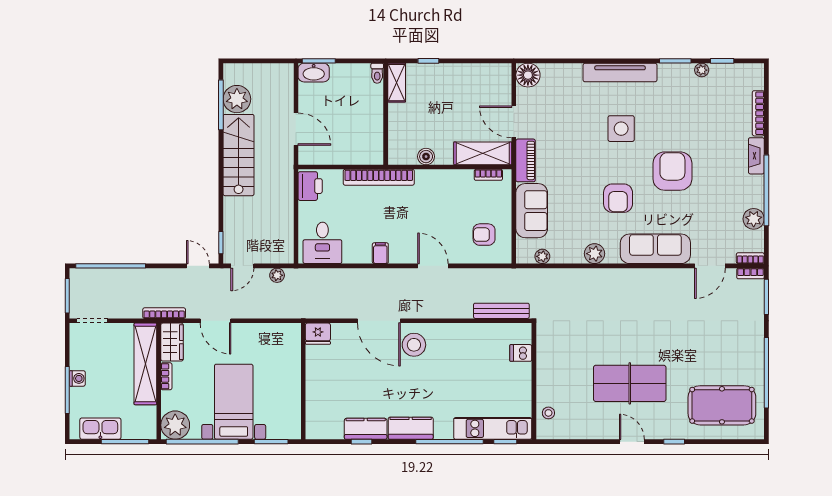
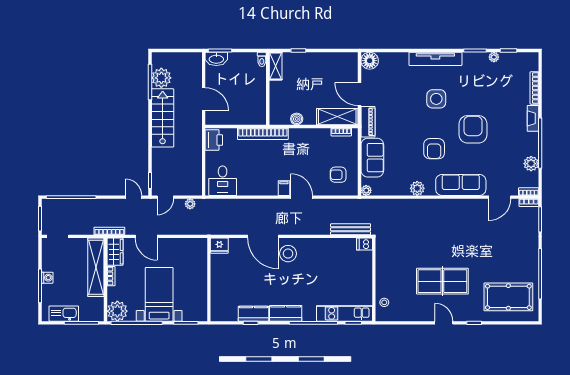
filing cabinet: (380, 253) -> (284, 188), moved
plant: (542, 256) -> (366, 190), moved
dishwasher: (521, 353) -> (364, 244), moved

